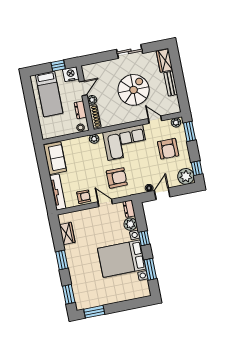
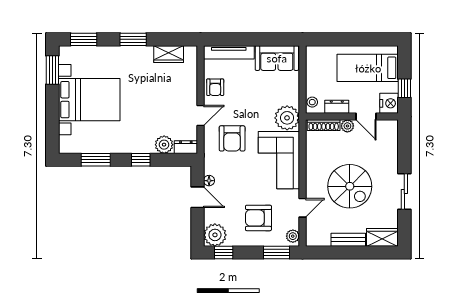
plant: (94, 139) -> (287, 118), width x1.88, depth x1.88
bed with nightstands: (122, 259) -> (89, 100), moved, turned 90

